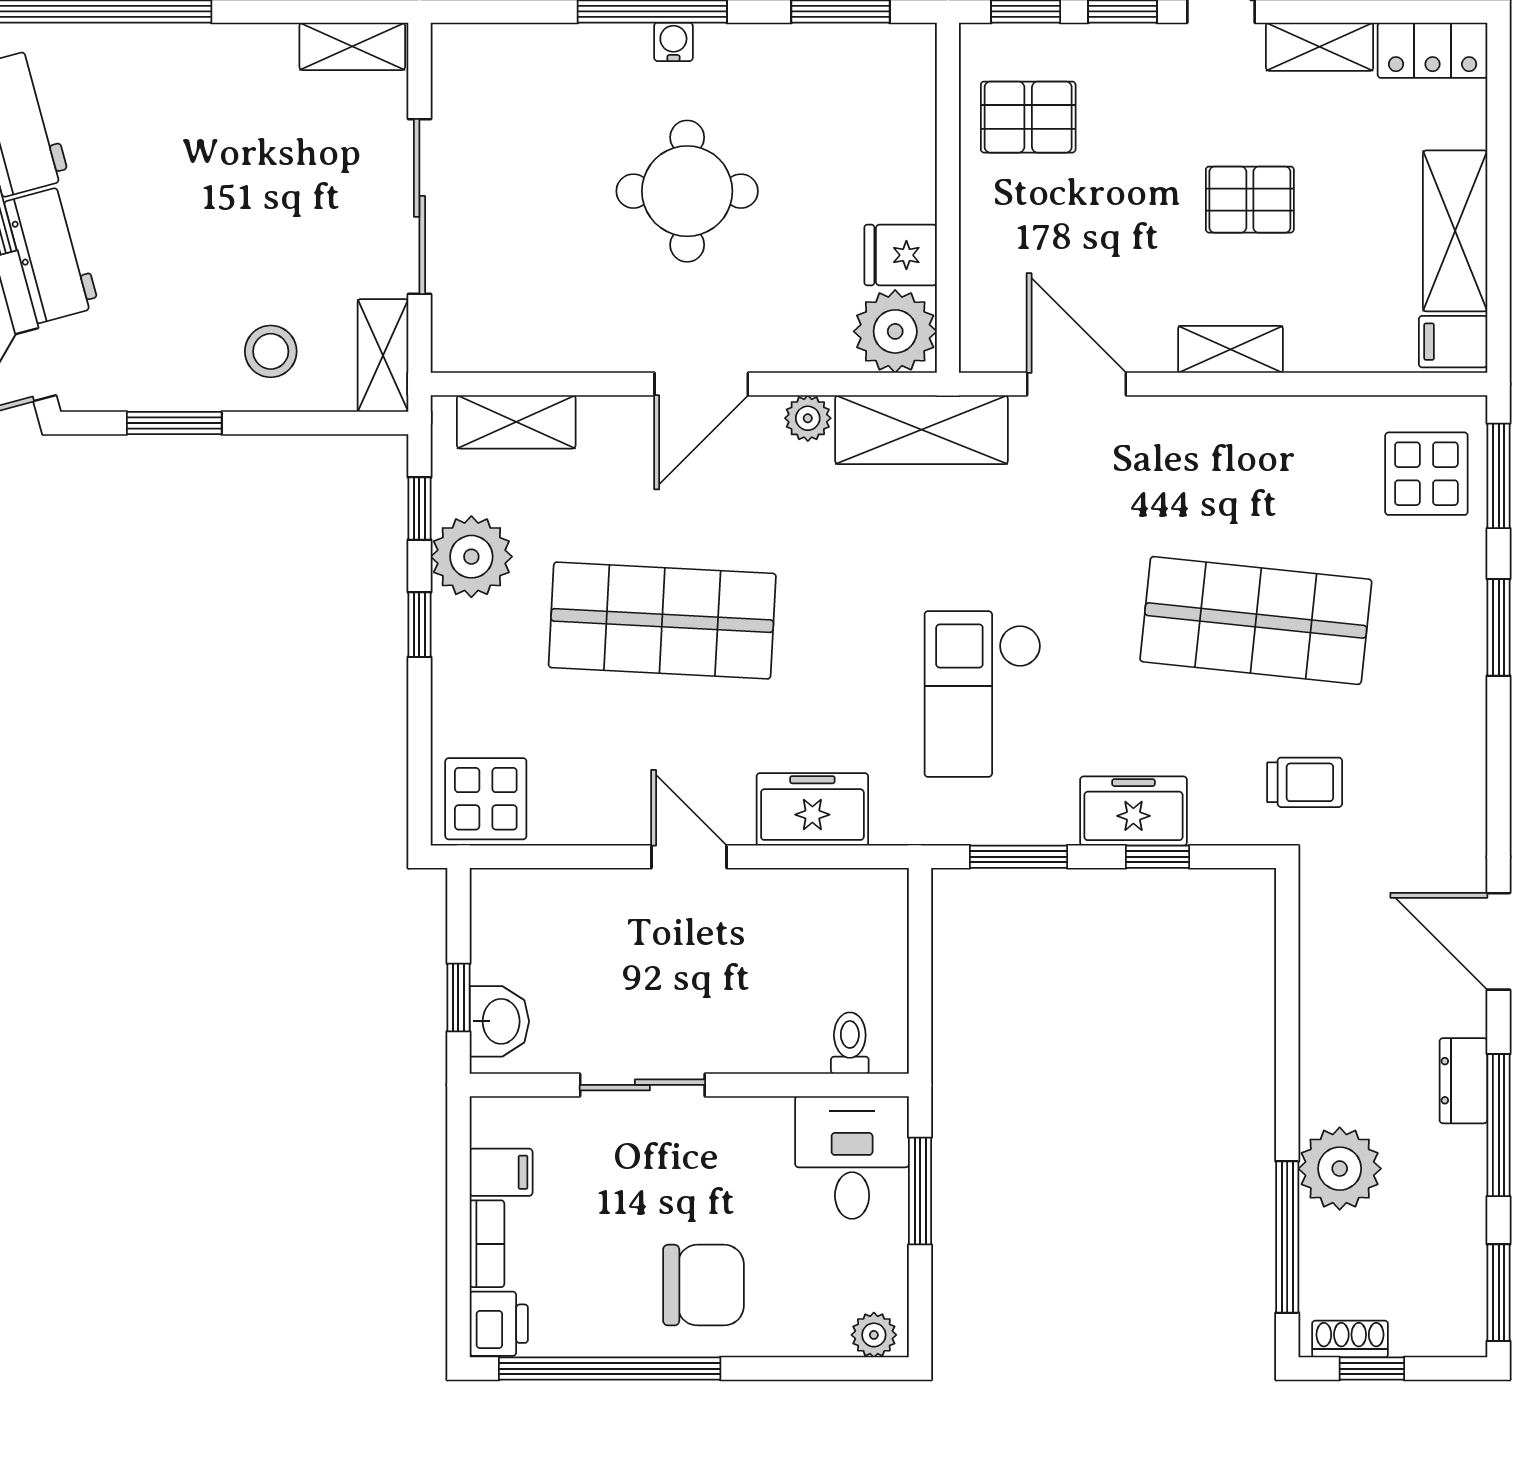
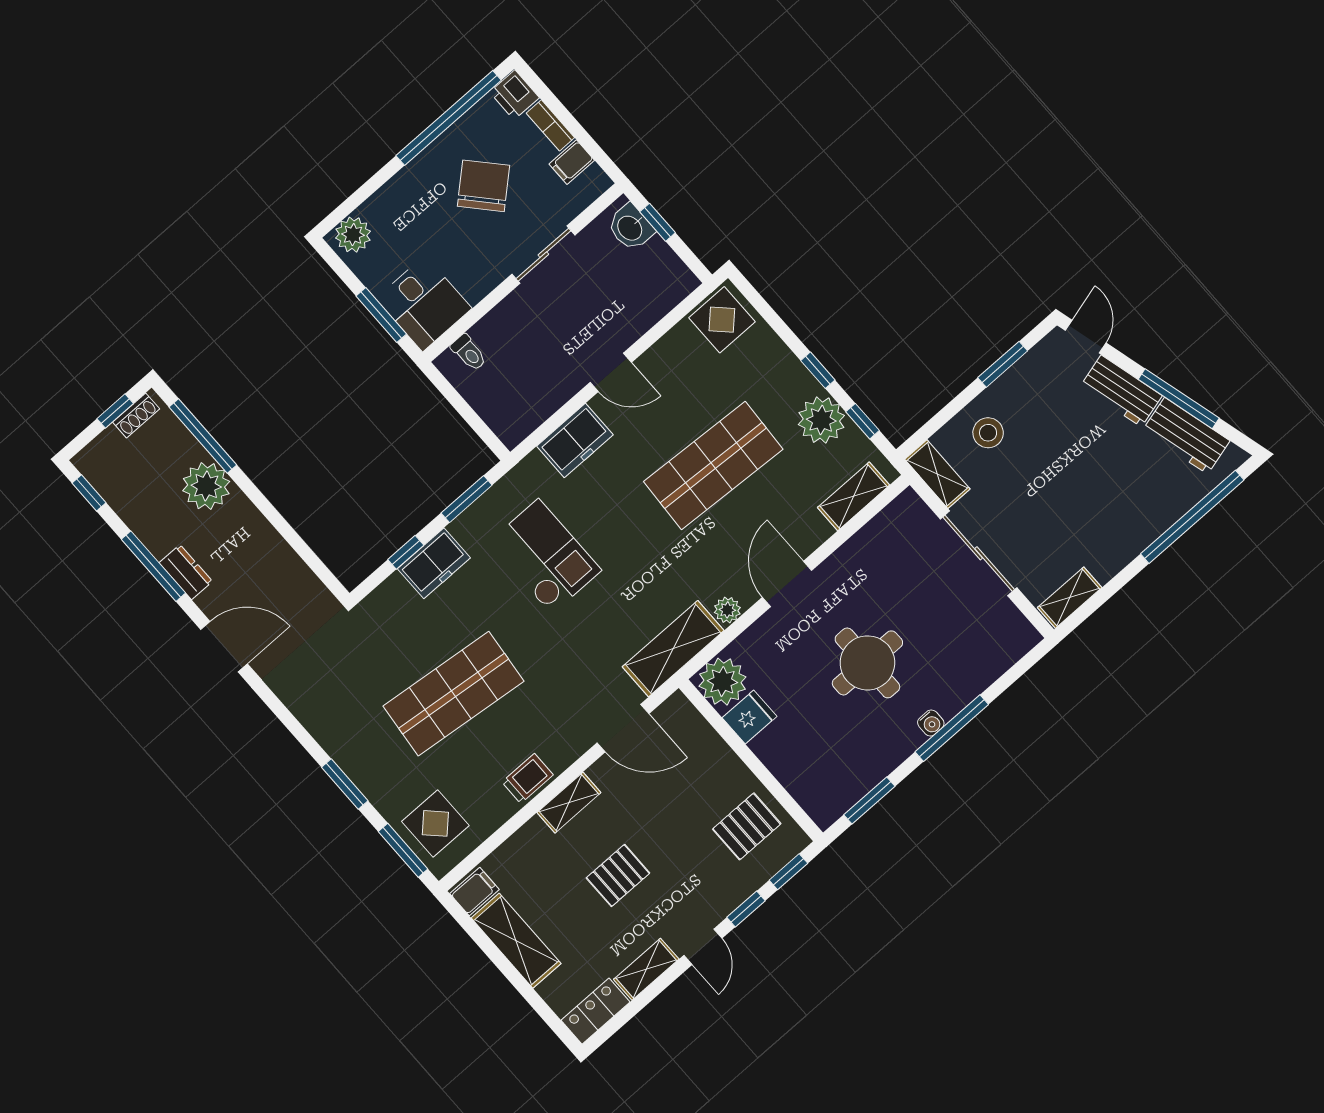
trolley: (1305, 782) -> (528, 778), moved, turned 180
chair: (703, 1285) -> (484, 186), moved, turned 138
window: (1499, 1293) -> (89, 493), width x0.67
plant: (874, 1335) -> (353, 235), width x1.38, depth x1.38

